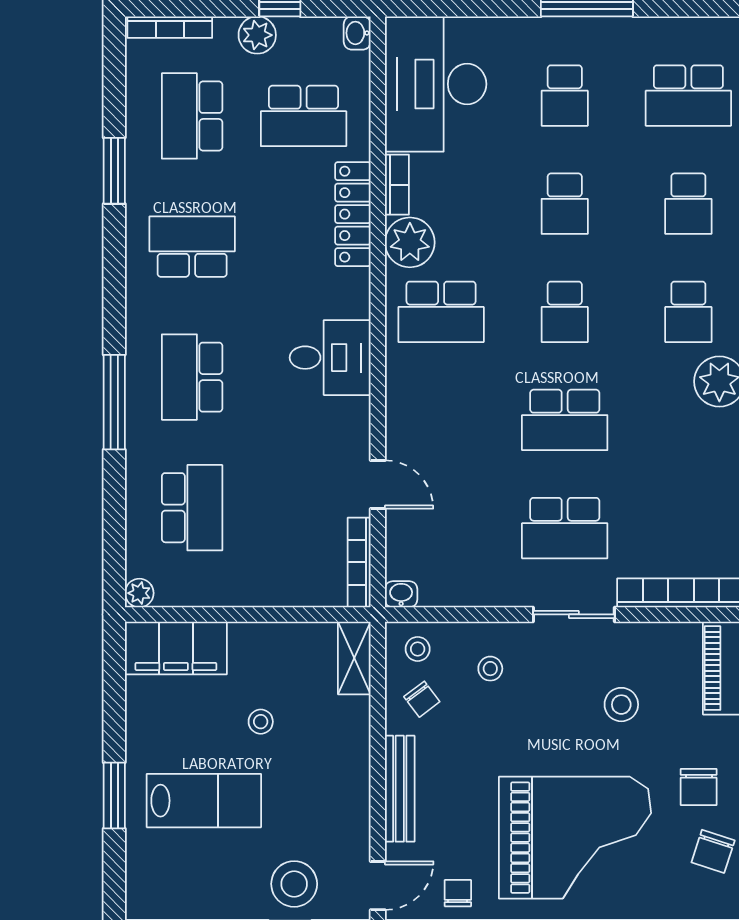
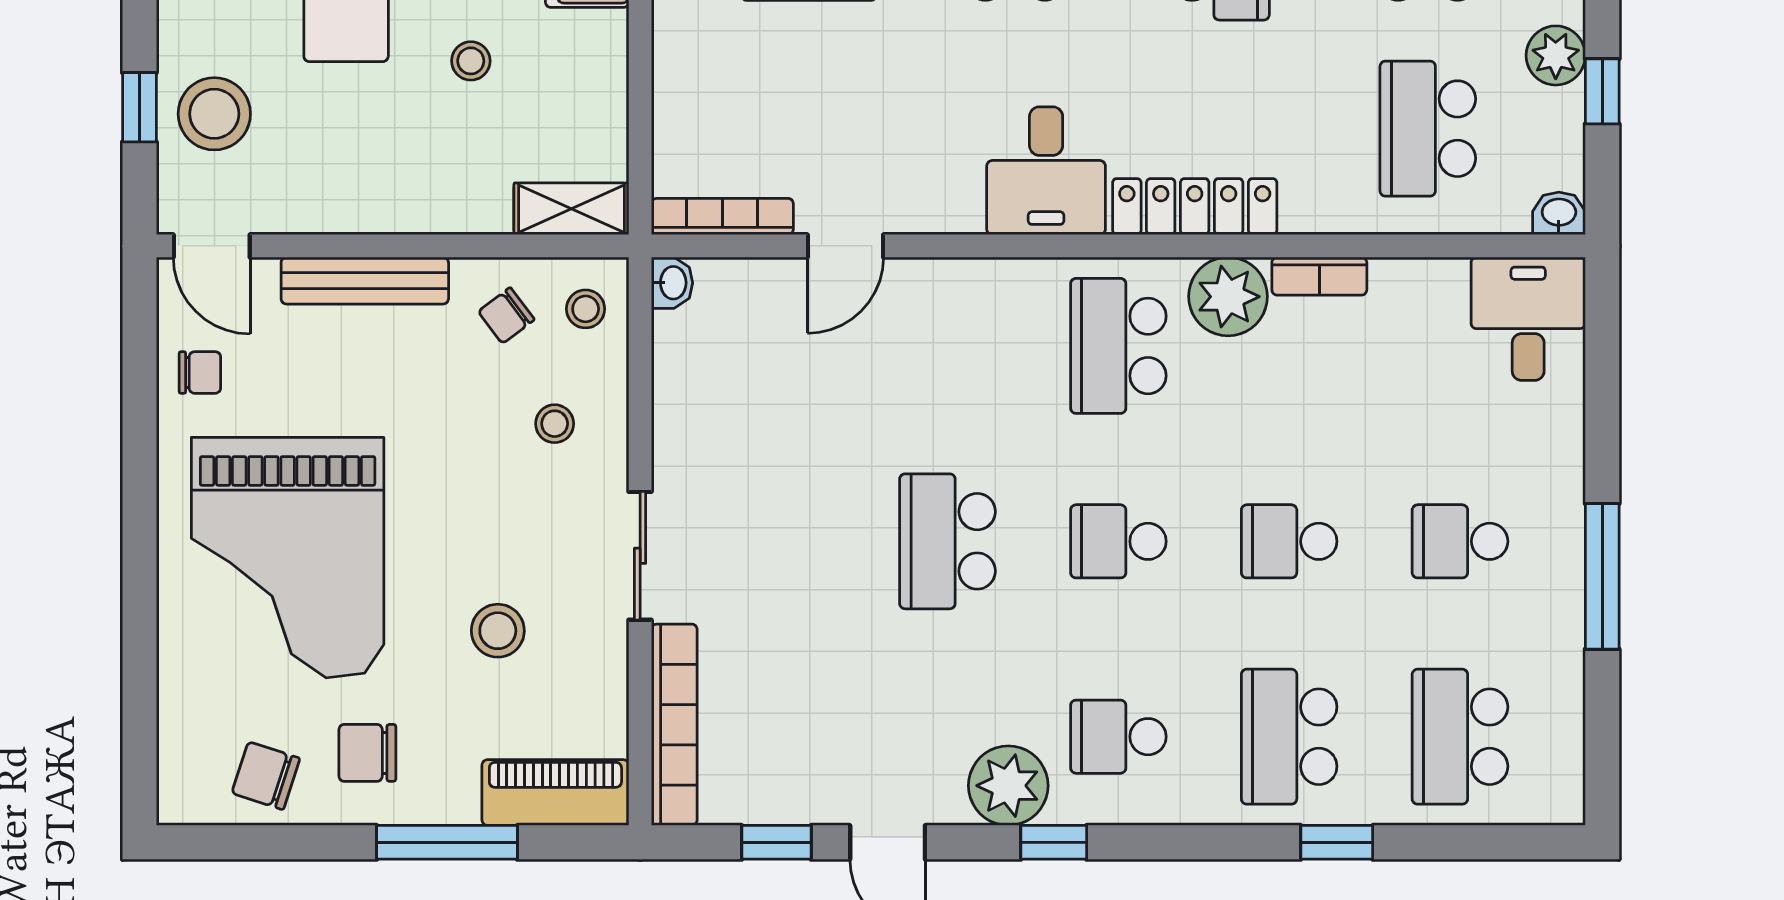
desk: (436, 84) -> (1528, 319), width x0.53, depth x0.77
school desk: (688, 204) -> (1289, 737), width x1.85
locker: (353, 214) -> (1195, 207), moved
school desk: (565, 528) -> (777, 541), removed

